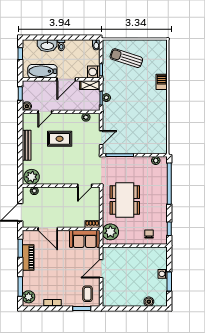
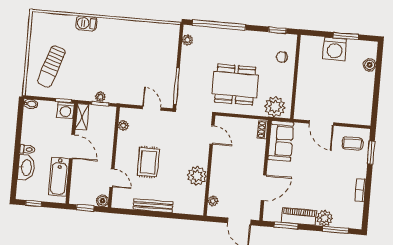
plant: (32, 177) -> (197, 176), moved
washing machine: (163, 274) -> (335, 49), width x1.89, depth x1.89
plant: (29, 297) -> (325, 218), moved

